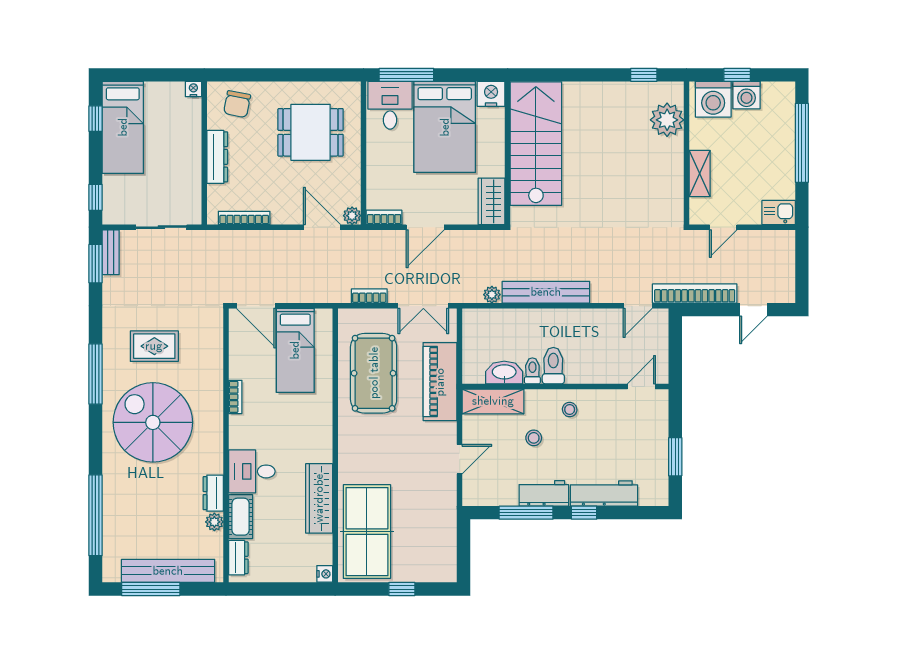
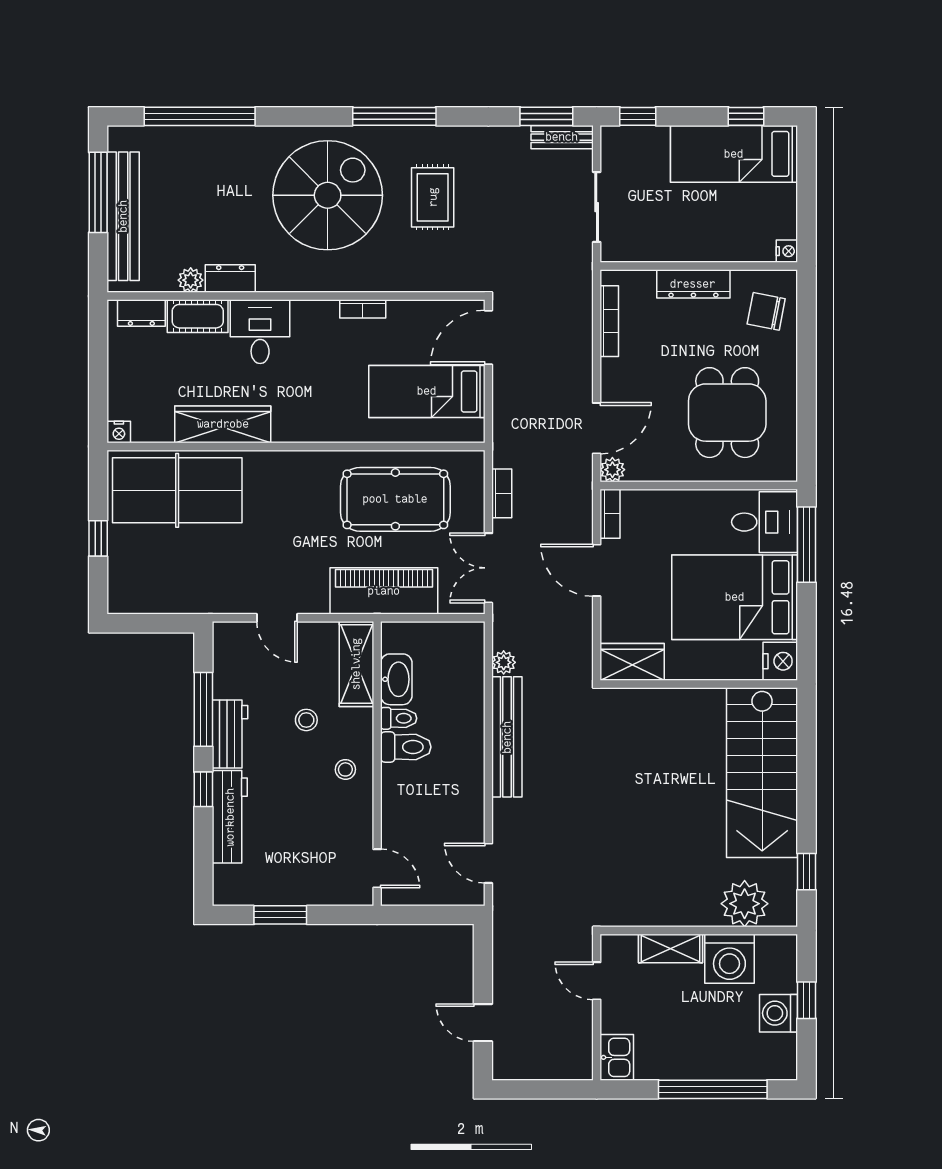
washing machine: (713, 99) -> (729, 959), moved, turned -90
stairs: (536, 144) -> (762, 773), moved, turned 90
bookcase: (695, 294) -> (505, 942), removed

